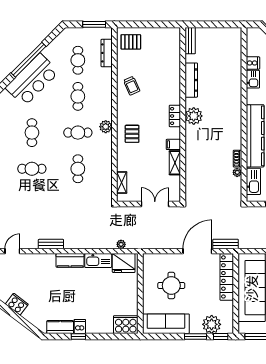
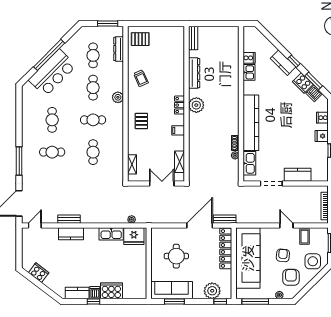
plant: (106, 127) -> (118, 97), moved
shelving: (175, 163) -> (179, 162), moved
kitchen counter: (70, 260) -> (71, 234), moved
cooker: (126, 325) -> (111, 291), moved
window: (196, 337) -> (174, 302), moved

